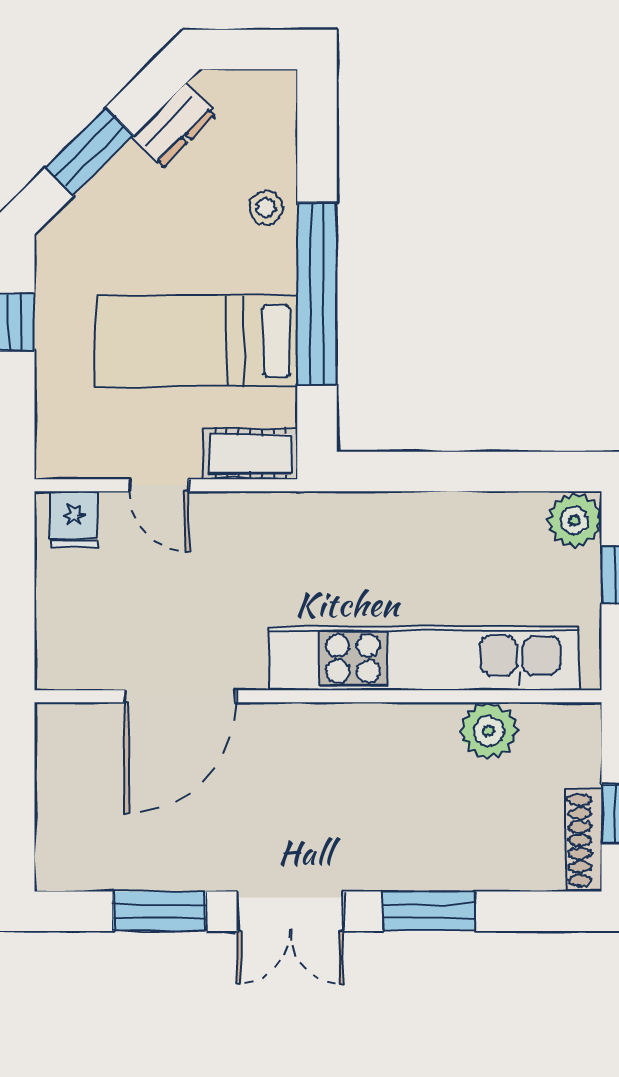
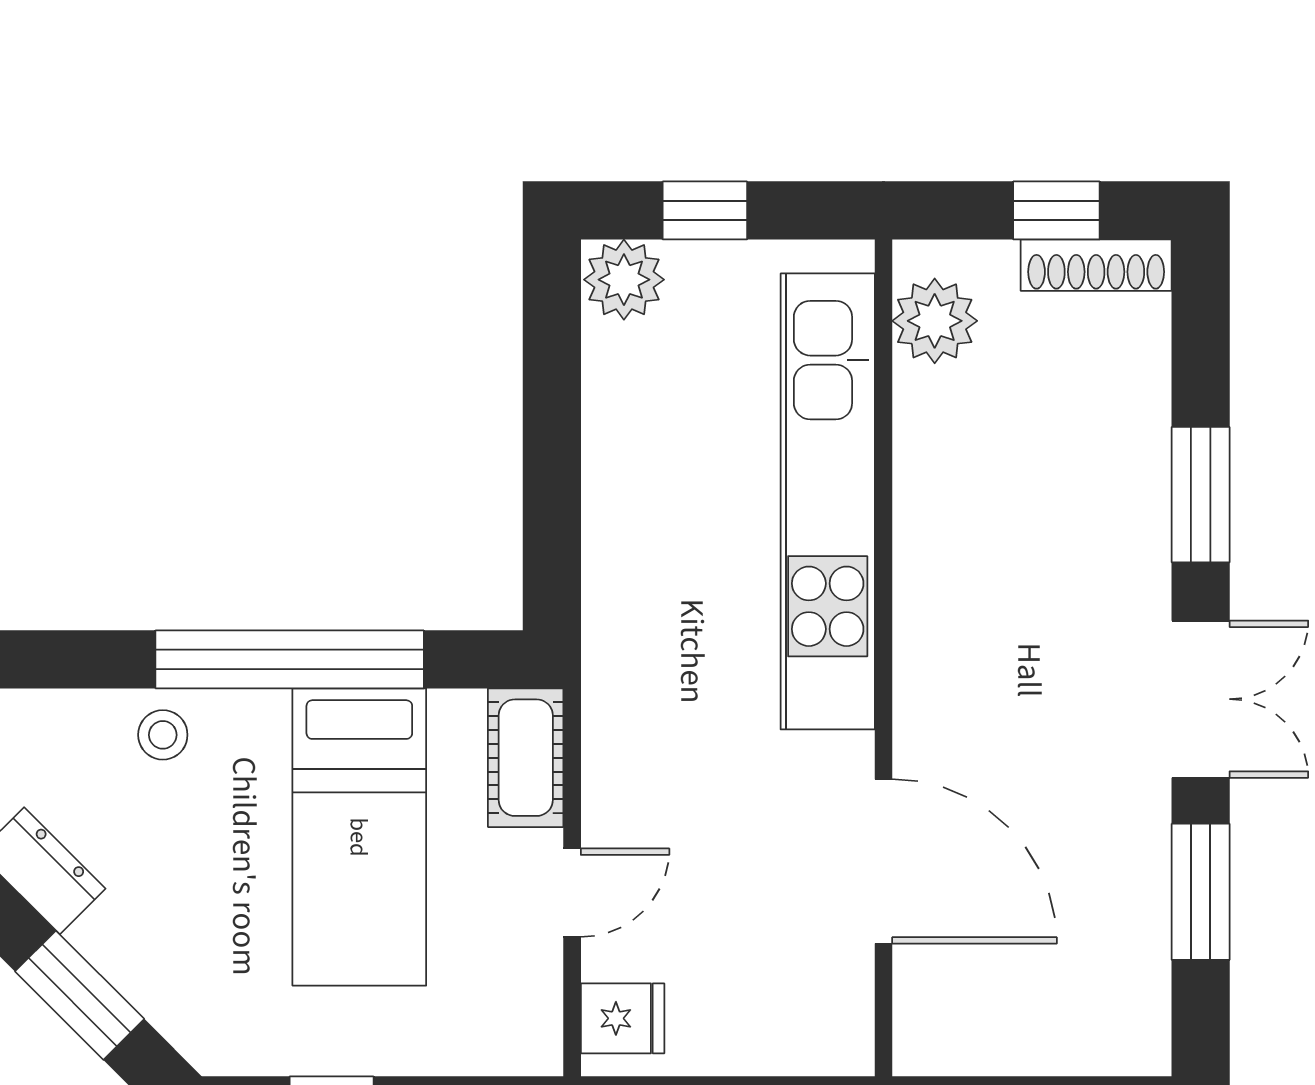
plant: (489, 731) -> (935, 321), moved

